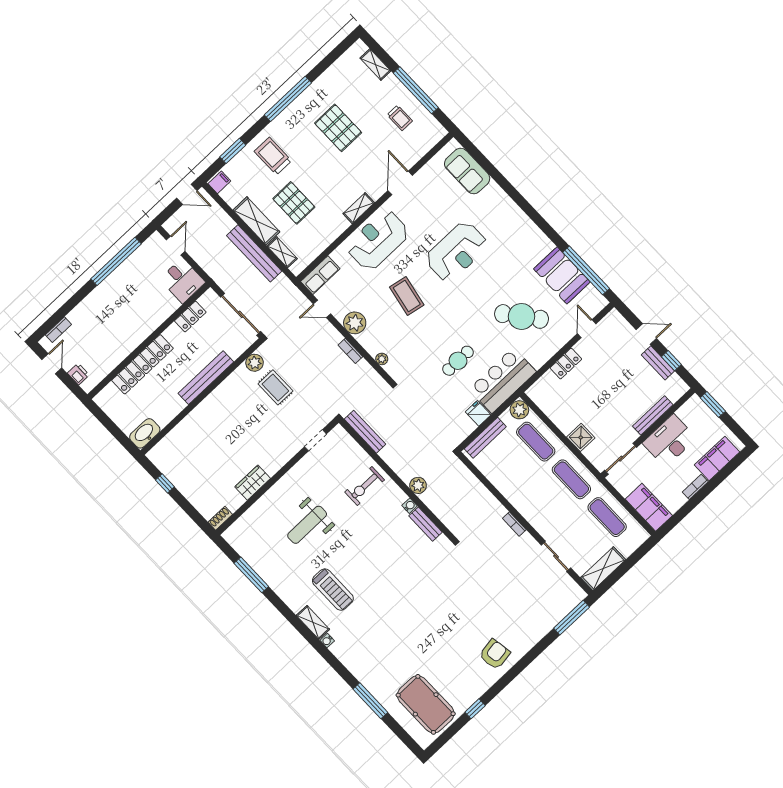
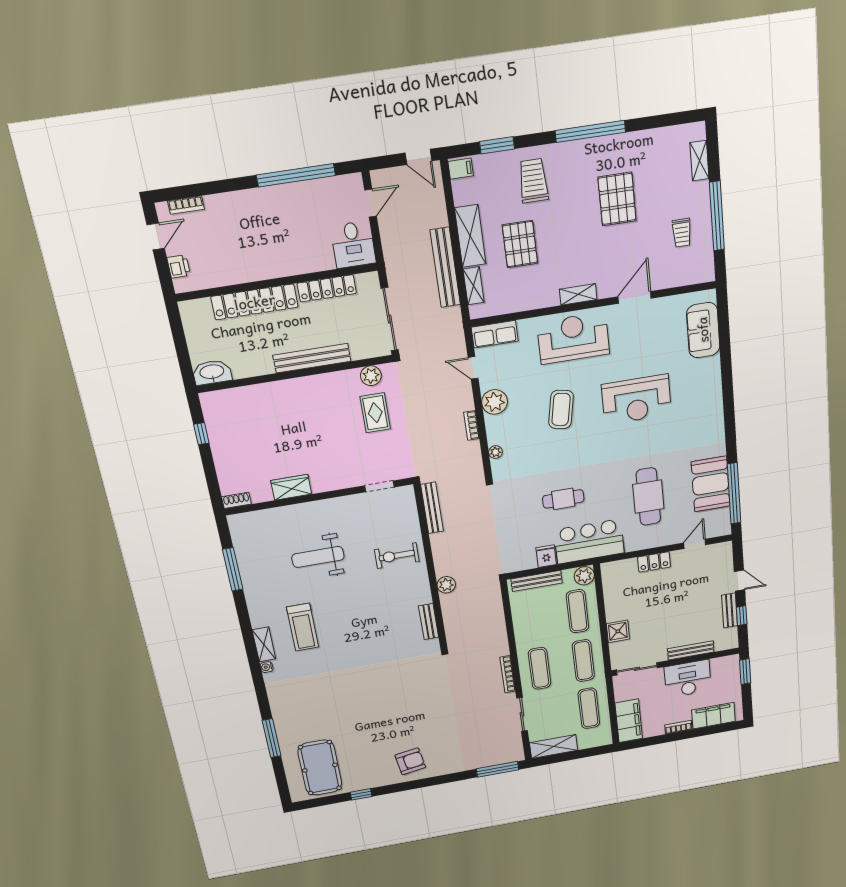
cafe table: (522, 316) -> (648, 497), turned 38
locker: (190, 317) -> (327, 288), width x1.53
water cooler: (410, 506) -> (426, 597), removed
exercise mat: (541, 508) -> (540, 668), added
bookcase: (514, 524) -> (508, 674), width x1.56

